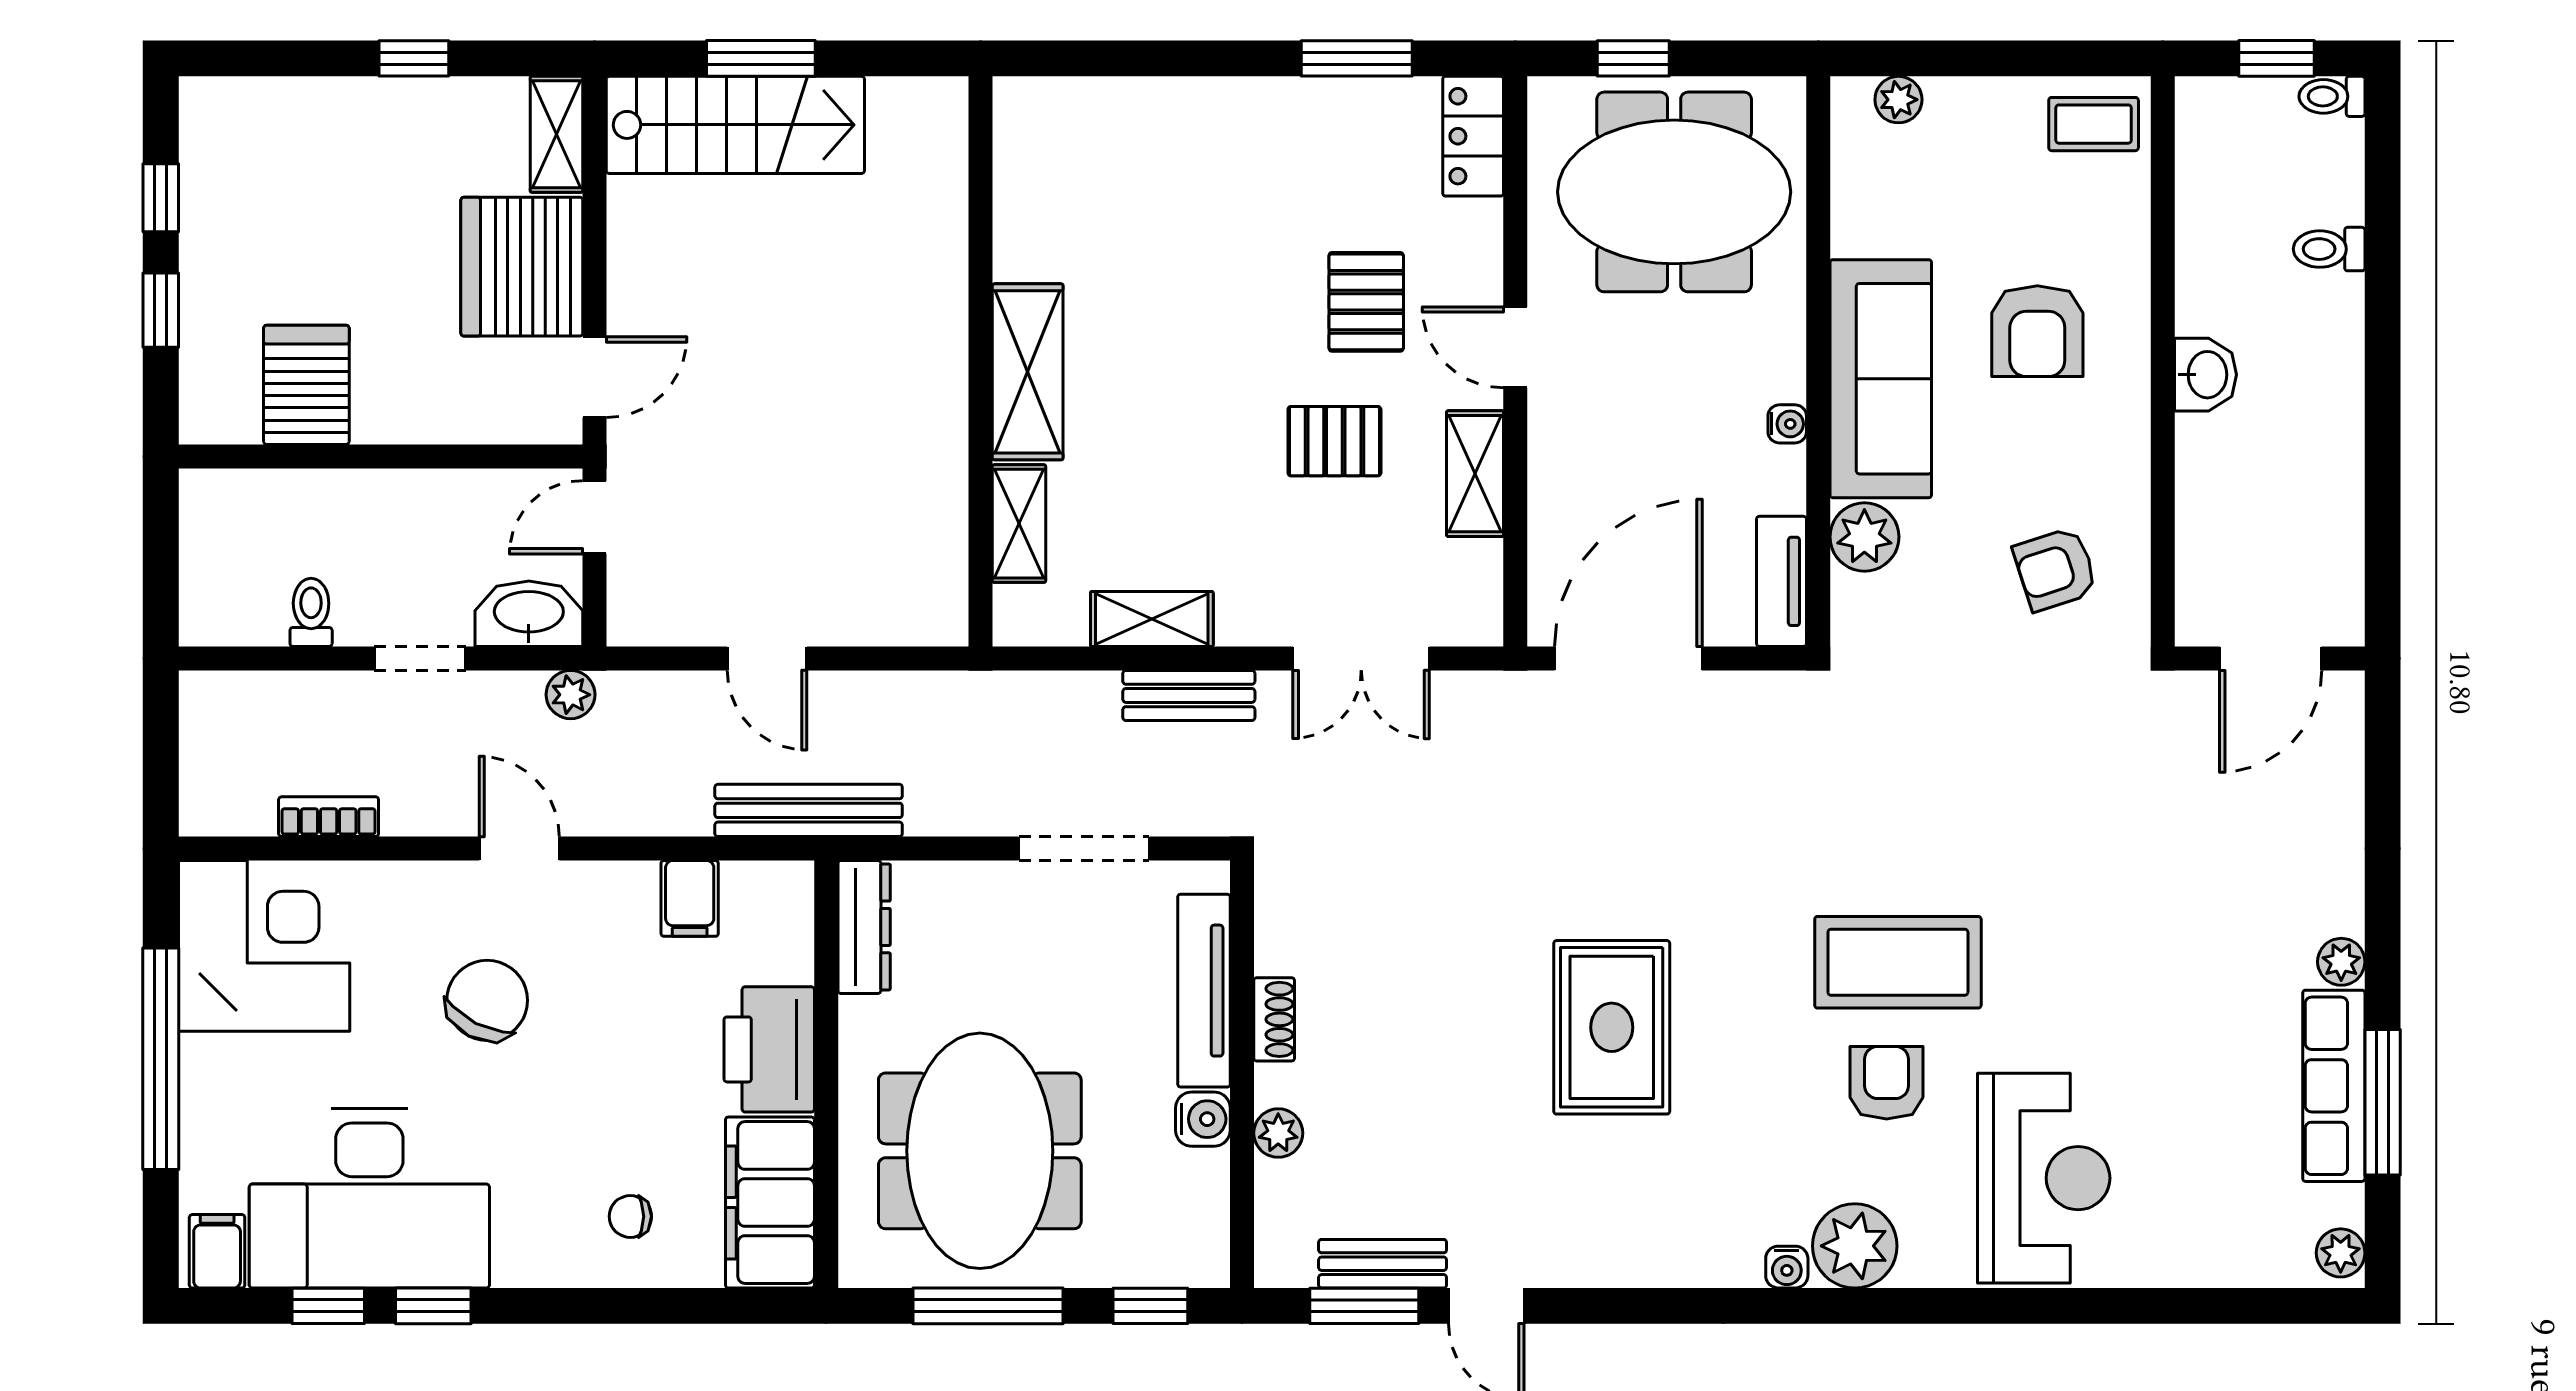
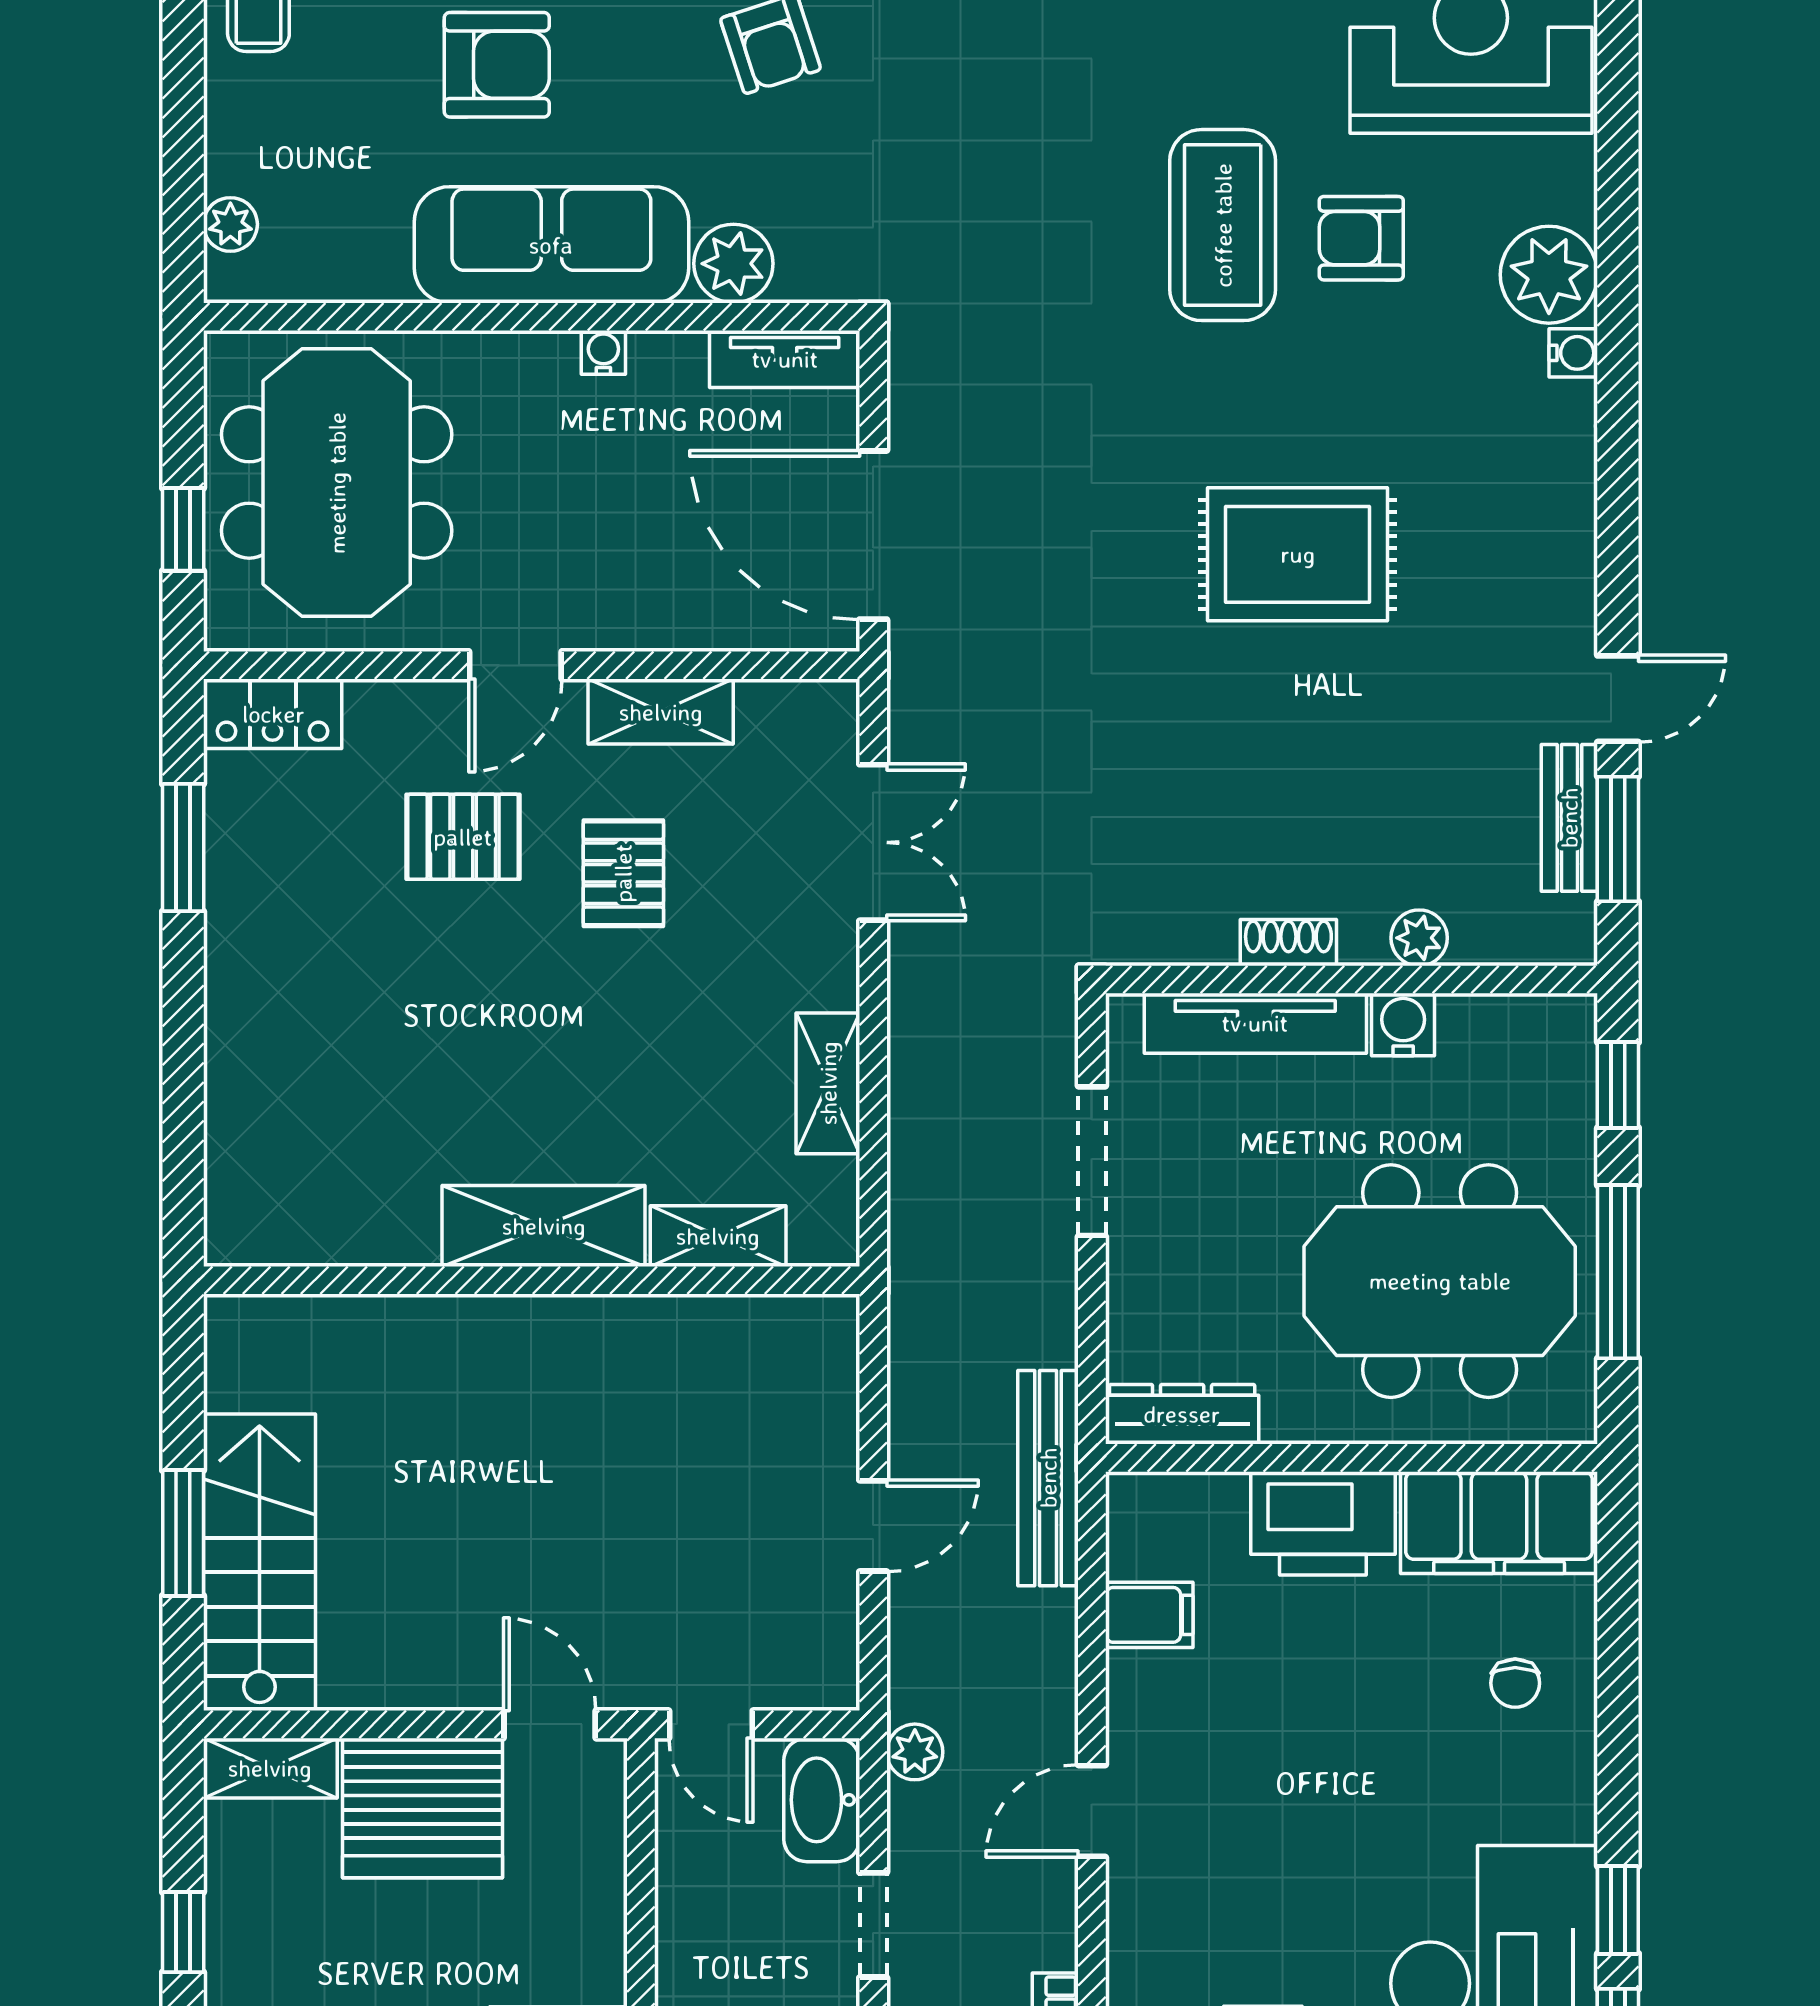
bench: (1189, 695) -> (916, 1041), removed
chair: (487, 1000) -> (1267, 1848), removed

